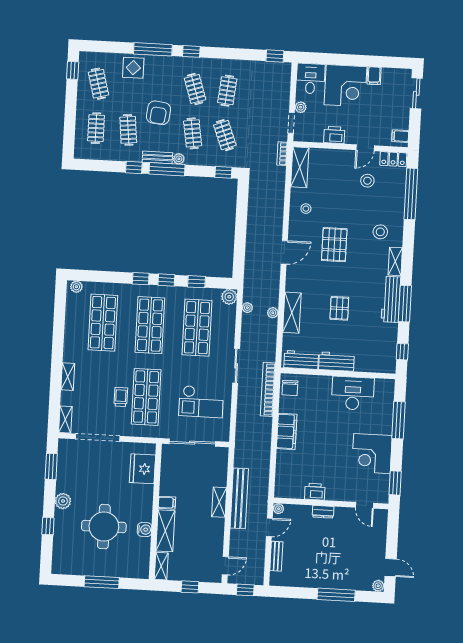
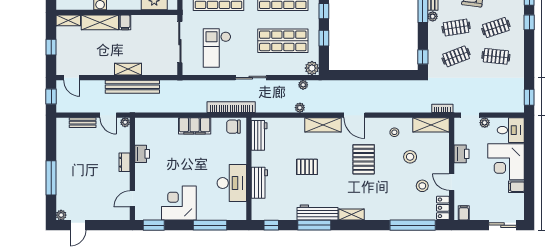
stool: (380, 232) -> (410, 157), moved
pallet: (334, 245) -> (364, 159), turned 90
shelving: (292, 313) -> (323, 125), moved
workbench: (336, 362) -> (259, 183), moved

